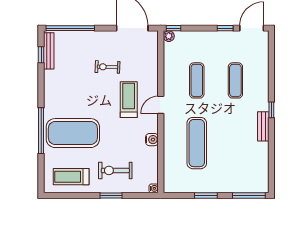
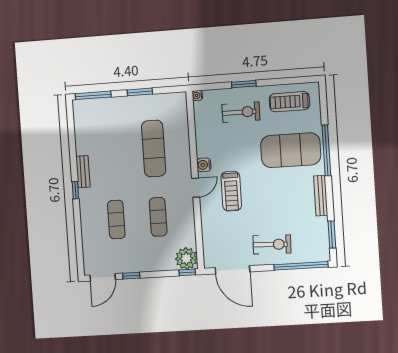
plant: (169, 36) -> (186, 258), width x1.88, depth x1.88
bench: (49, 51) -> (321, 196), moved
window: (41, 55) -> (332, 234), width x1.50
exercise bike: (108, 67) -> (272, 244), moved, width x1.38, depth x1.39
water cooler: (152, 140) -> (204, 165), moved
treadmill: (71, 177) -> (289, 102), turned 180

